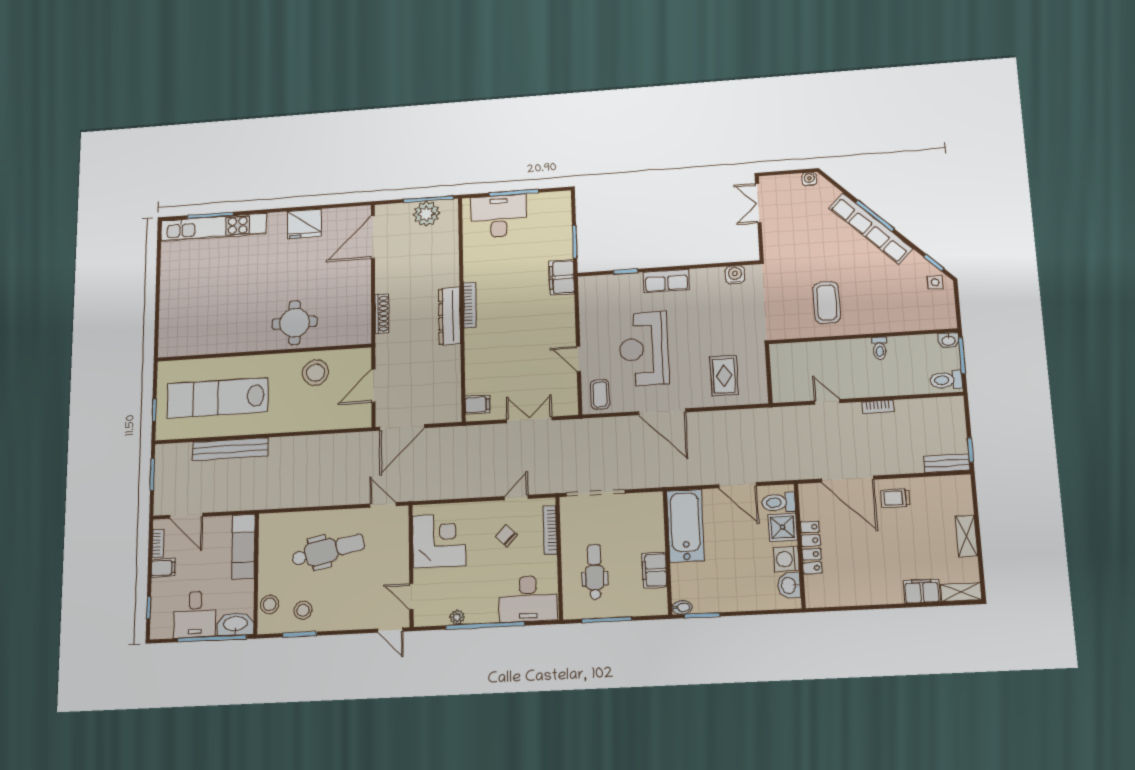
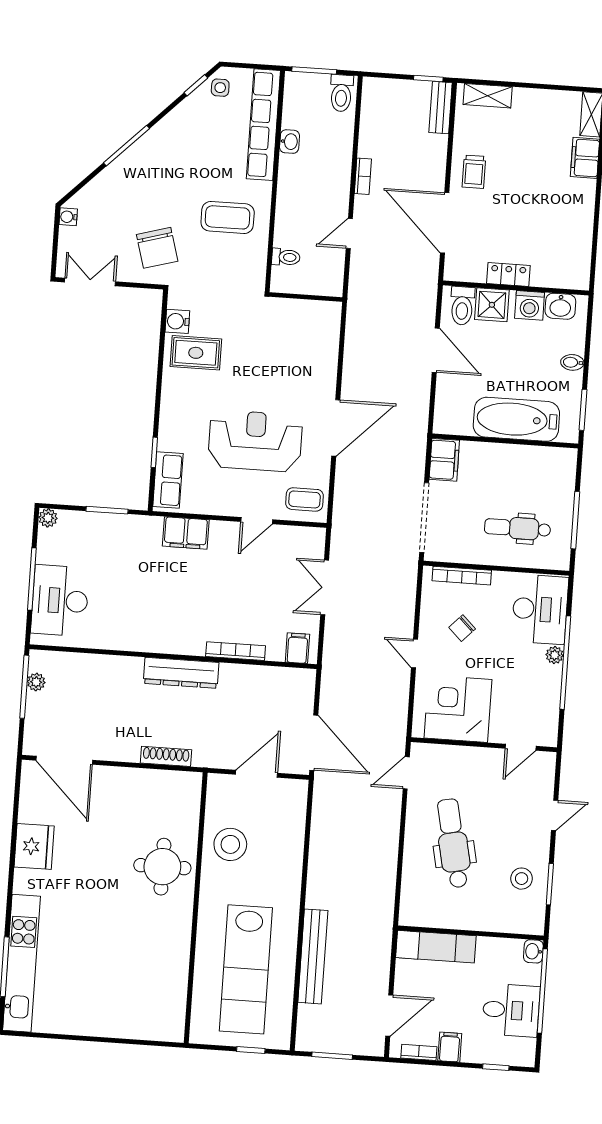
plant: (564, 198) -> (48, 518), added
double door: (758, 203) -> (90, 282), swing flipped
plant: (426, 214) -> (36, 682), width x0.53, depth x0.53
row of seats: (871, 228) -> (263, 125), moved, turned 135
chair: (794, 251) -> (157, 248), added
filing cabinet: (562, 277) -> (186, 533), moved
row of seats: (666, 281) -> (168, 480), moved
bookcase: (470, 305) -> (236, 651), moved
washbasin: (948, 340) -> (290, 142), moved
toilet: (880, 348) -> (286, 257), moved
reception desk: (644, 349) -> (255, 441), turned 180
rug: (724, 376) -> (196, 353), moved
door: (373, 386) -> (257, 774), swing flipped
door: (848, 479) -> (445, 223), swing flipped
door: (738, 485) -> (436, 350), hinge flipped
door: (516, 497) -> (415, 653), moved
bathtub: (685, 526) -> (516, 419), moved
shelving: (966, 536) -> (488, 96), moved
locker: (811, 547) -> (508, 274), width x0.66
filing cabinet: (654, 570) -> (444, 460), moved, turned -90
stool: (270, 604) -> (510, 919), removed
bidet: (682, 607) -> (572, 362), moved, turned -90
plant: (457, 617) -> (555, 655), moved
washbasin: (235, 624) -> (533, 951), width x0.52, depth x0.69
door: (390, 630) -> (555, 815), moved

